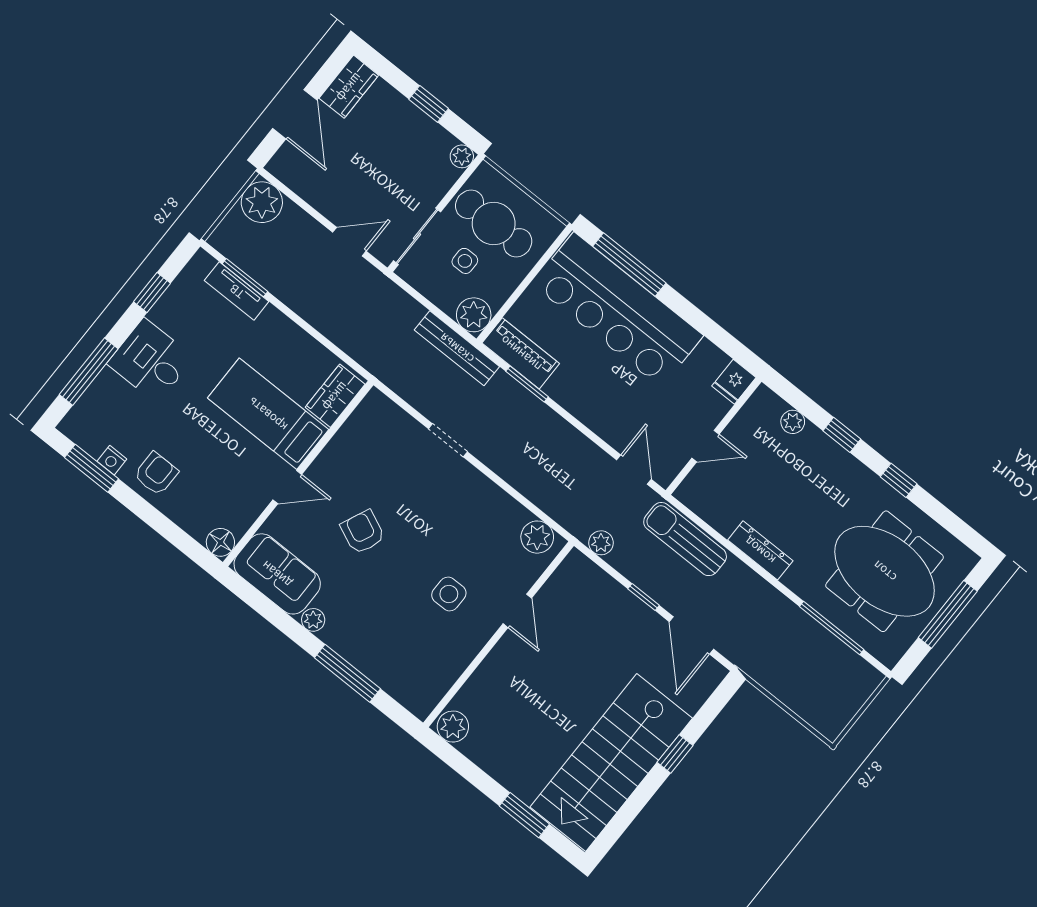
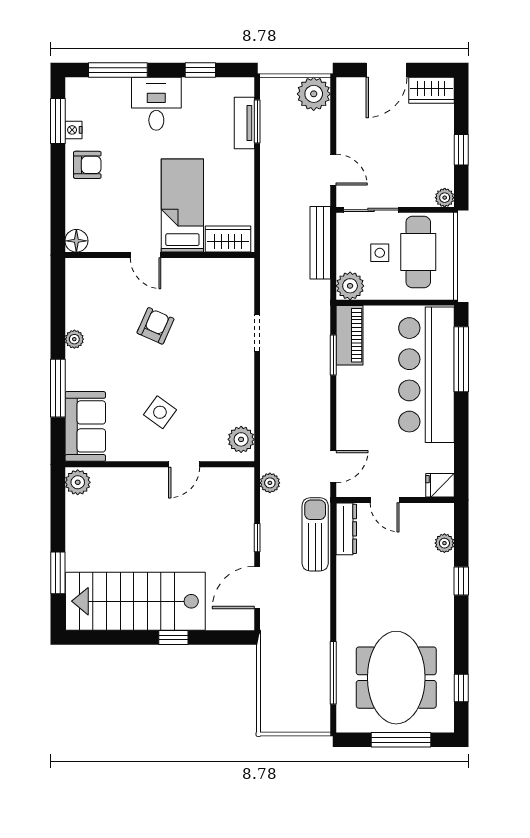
bench: (457, 348) -> (320, 243), moved
window: (899, 480) -> (461, 688), moved
dresser: (760, 550) -> (346, 529), moved
sofa: (277, 574) -> (85, 426), moved
side table: (449, 594) -> (160, 412), turned 36

